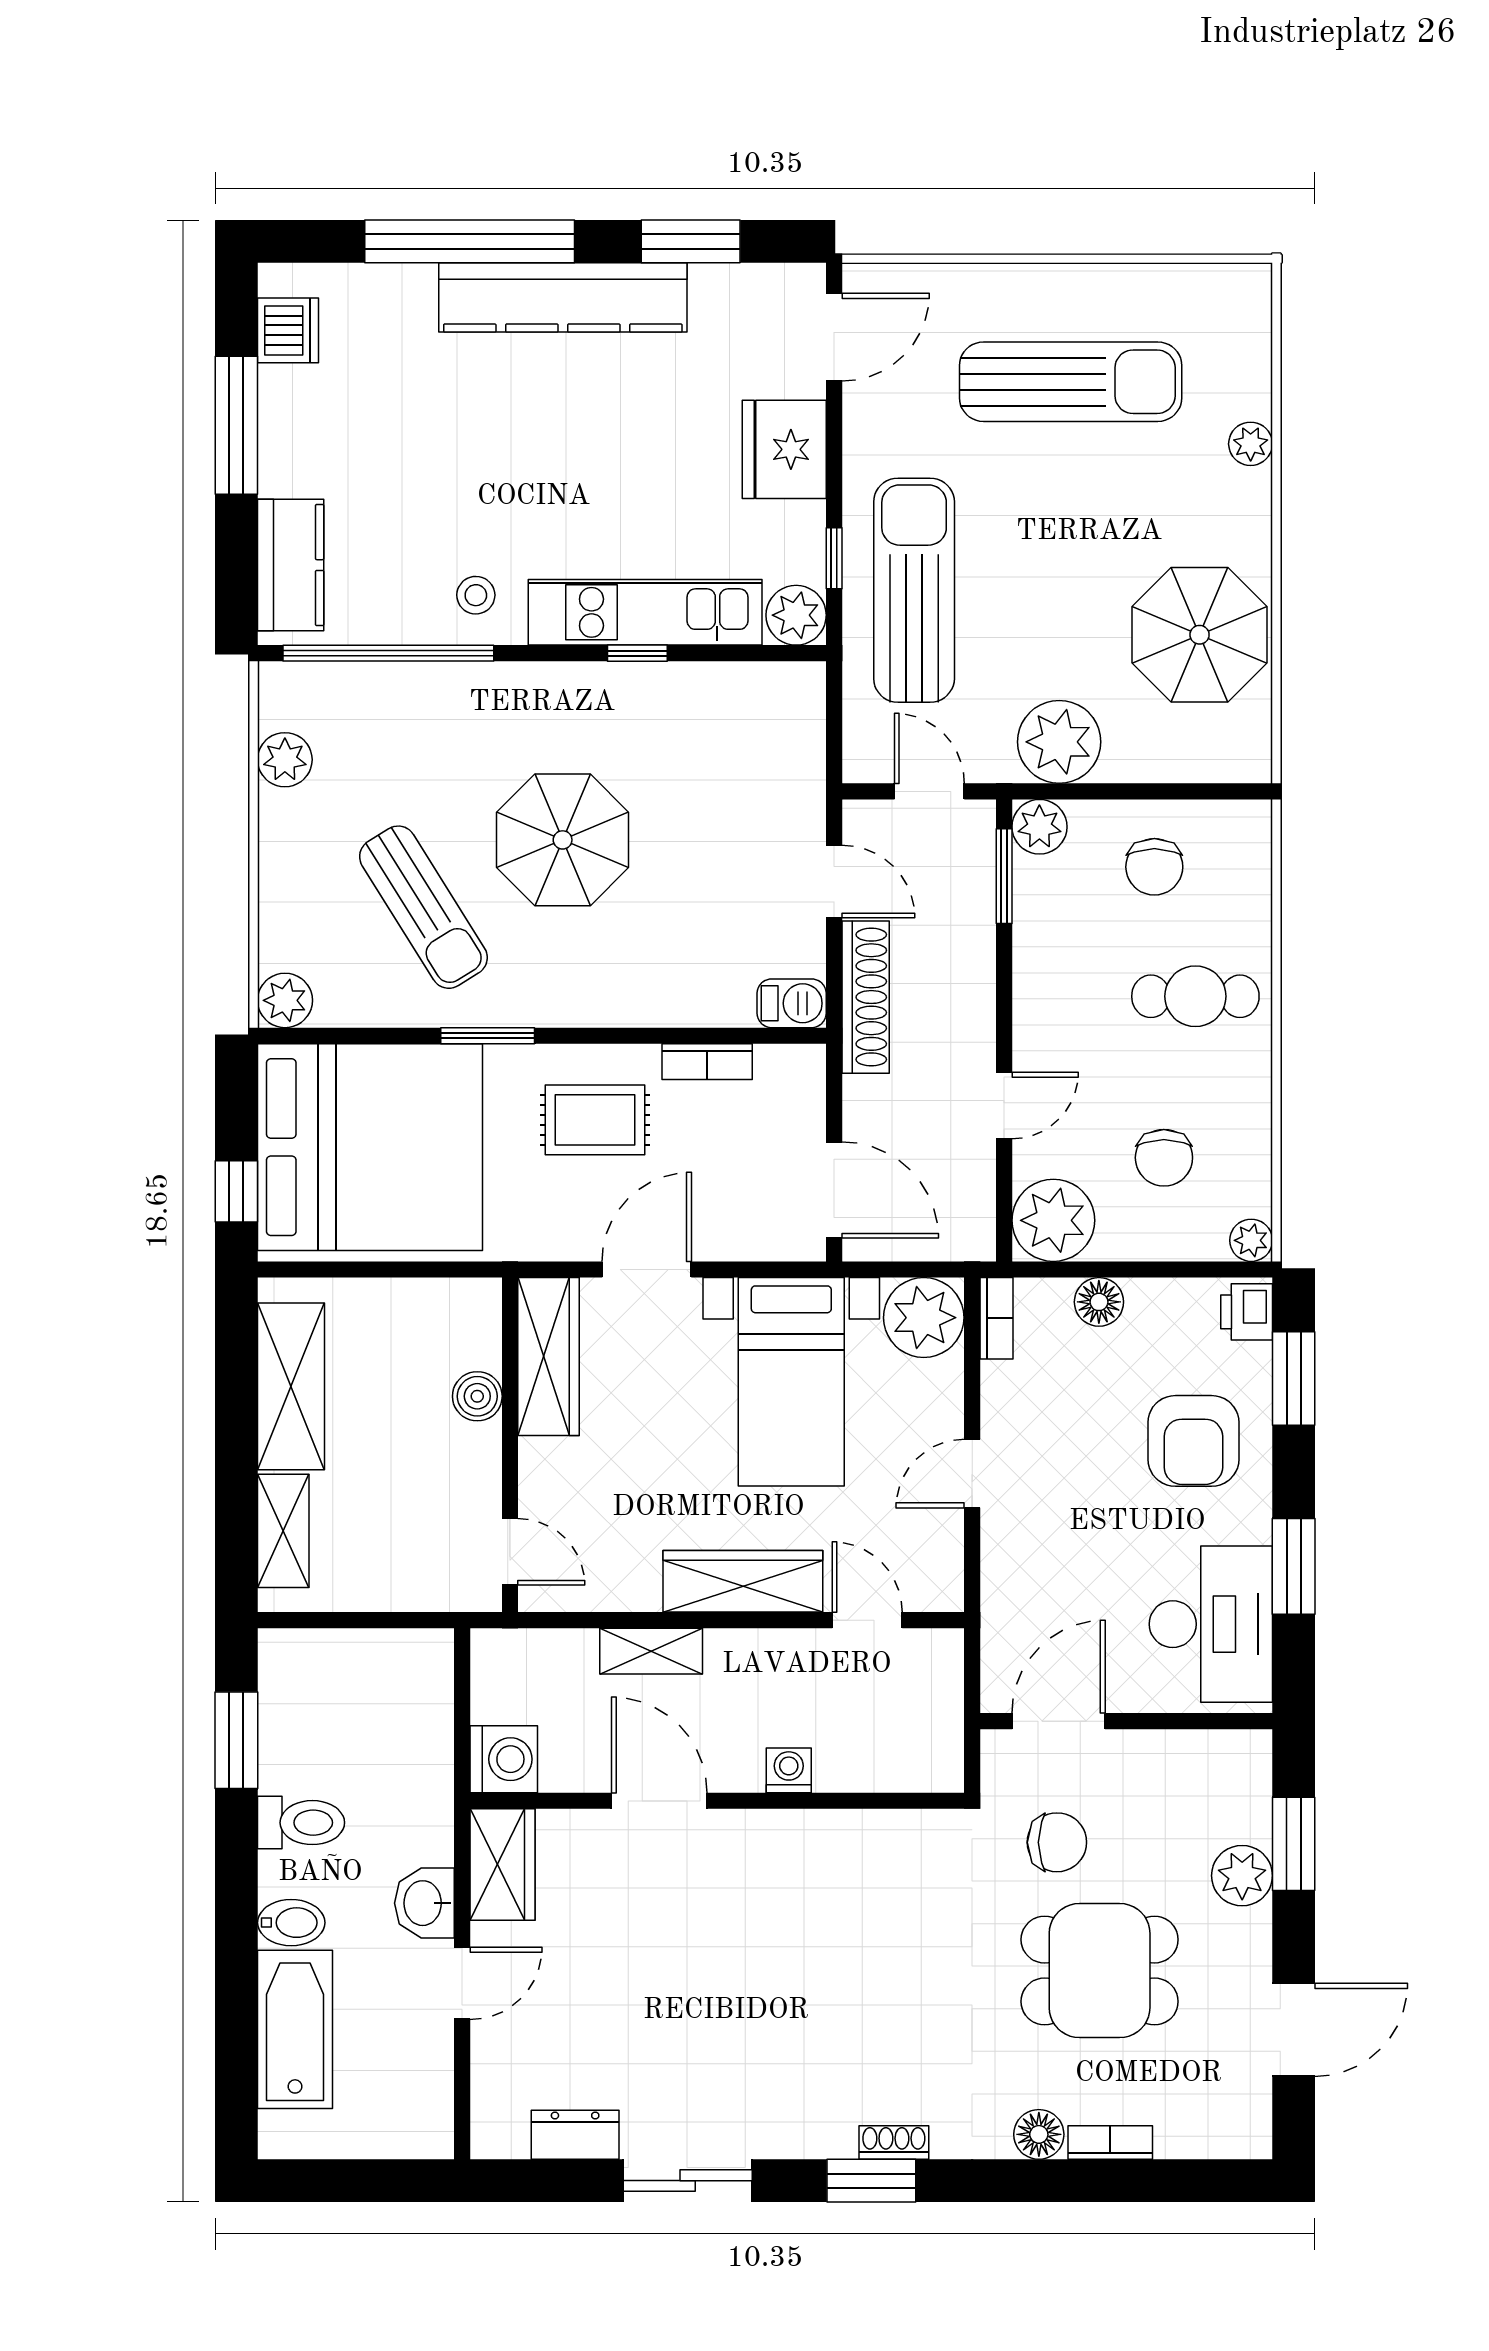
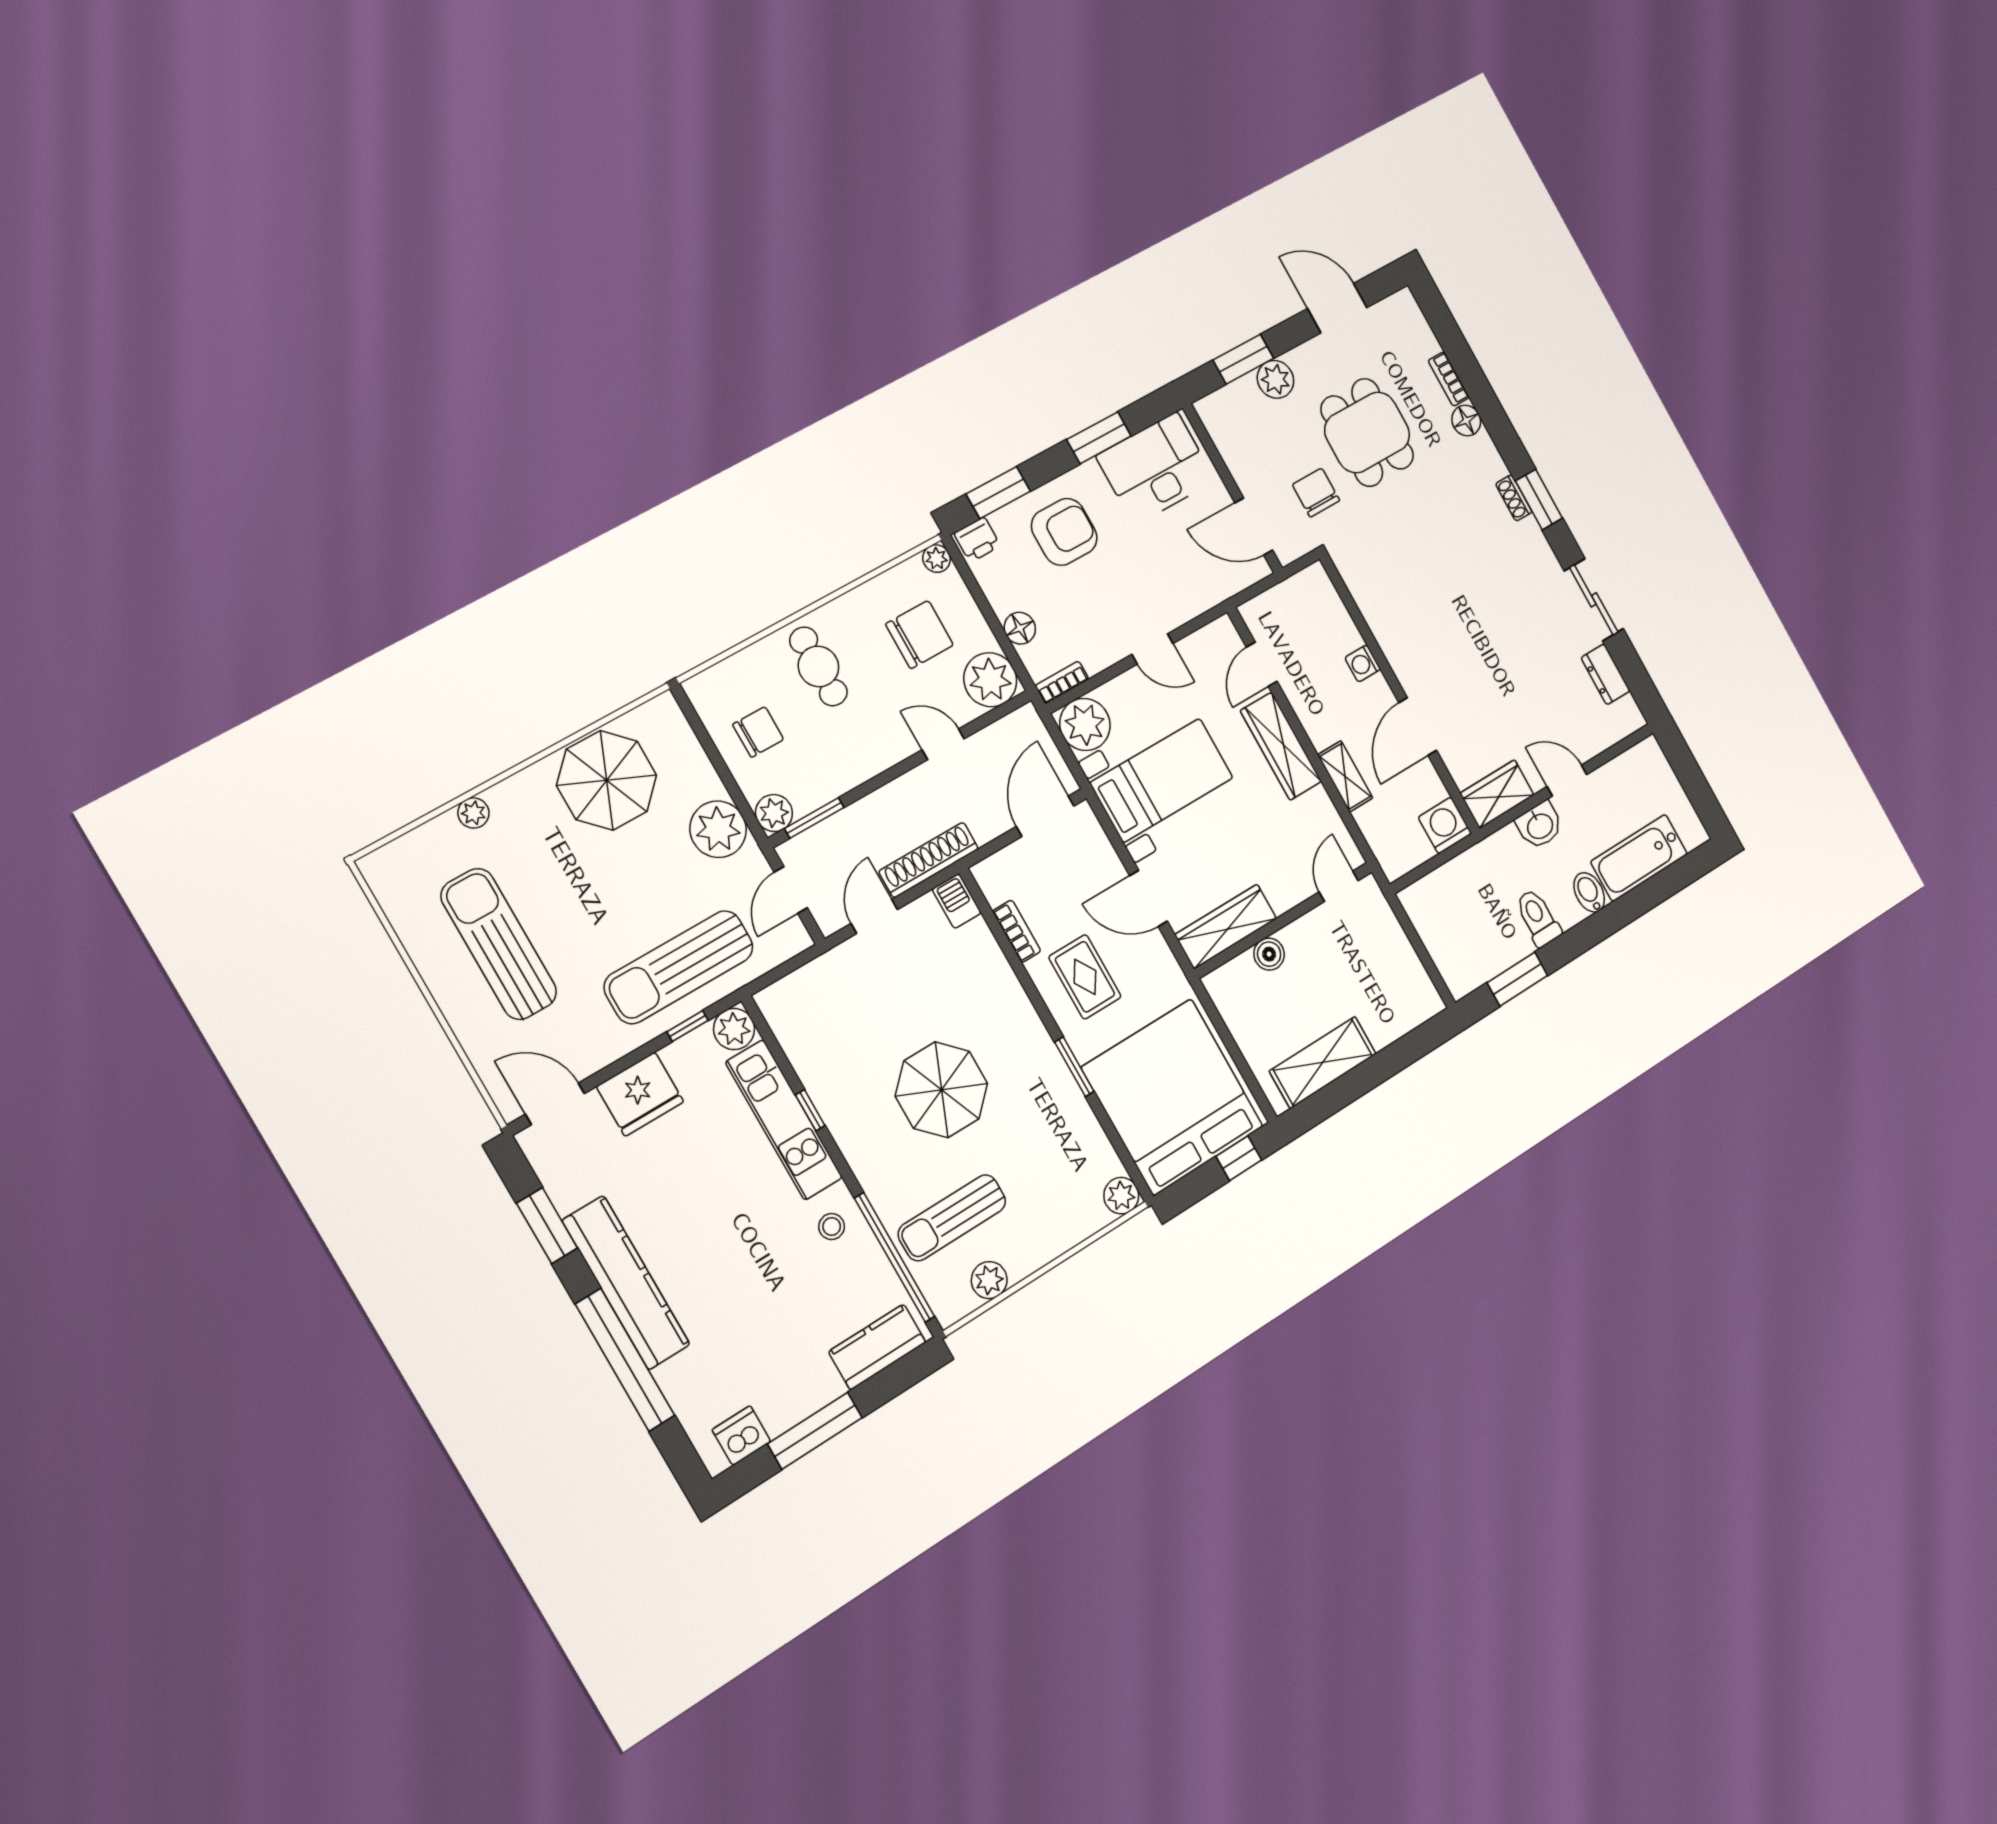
sun lounger: (423, 907) -> (952, 1218), moved, turned -148
chair: (1164, 1158) -> (919, 635), width x1.37, depth x1.37
shelving: (283, 1531) -> (1399, 1020), removed

